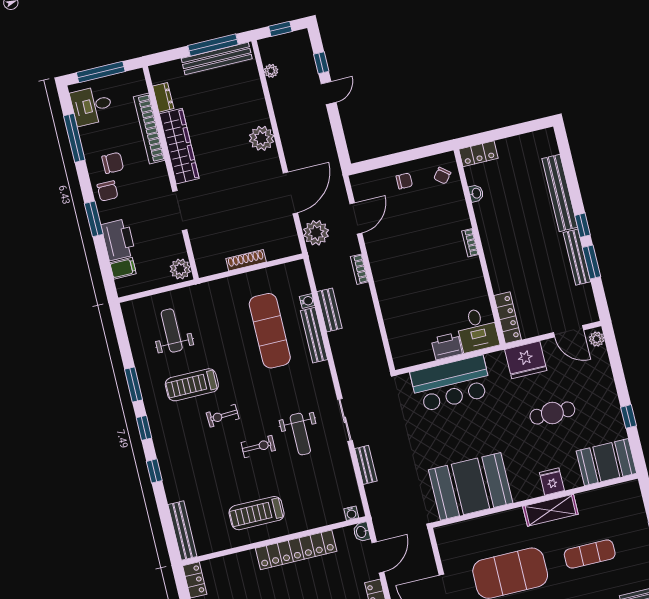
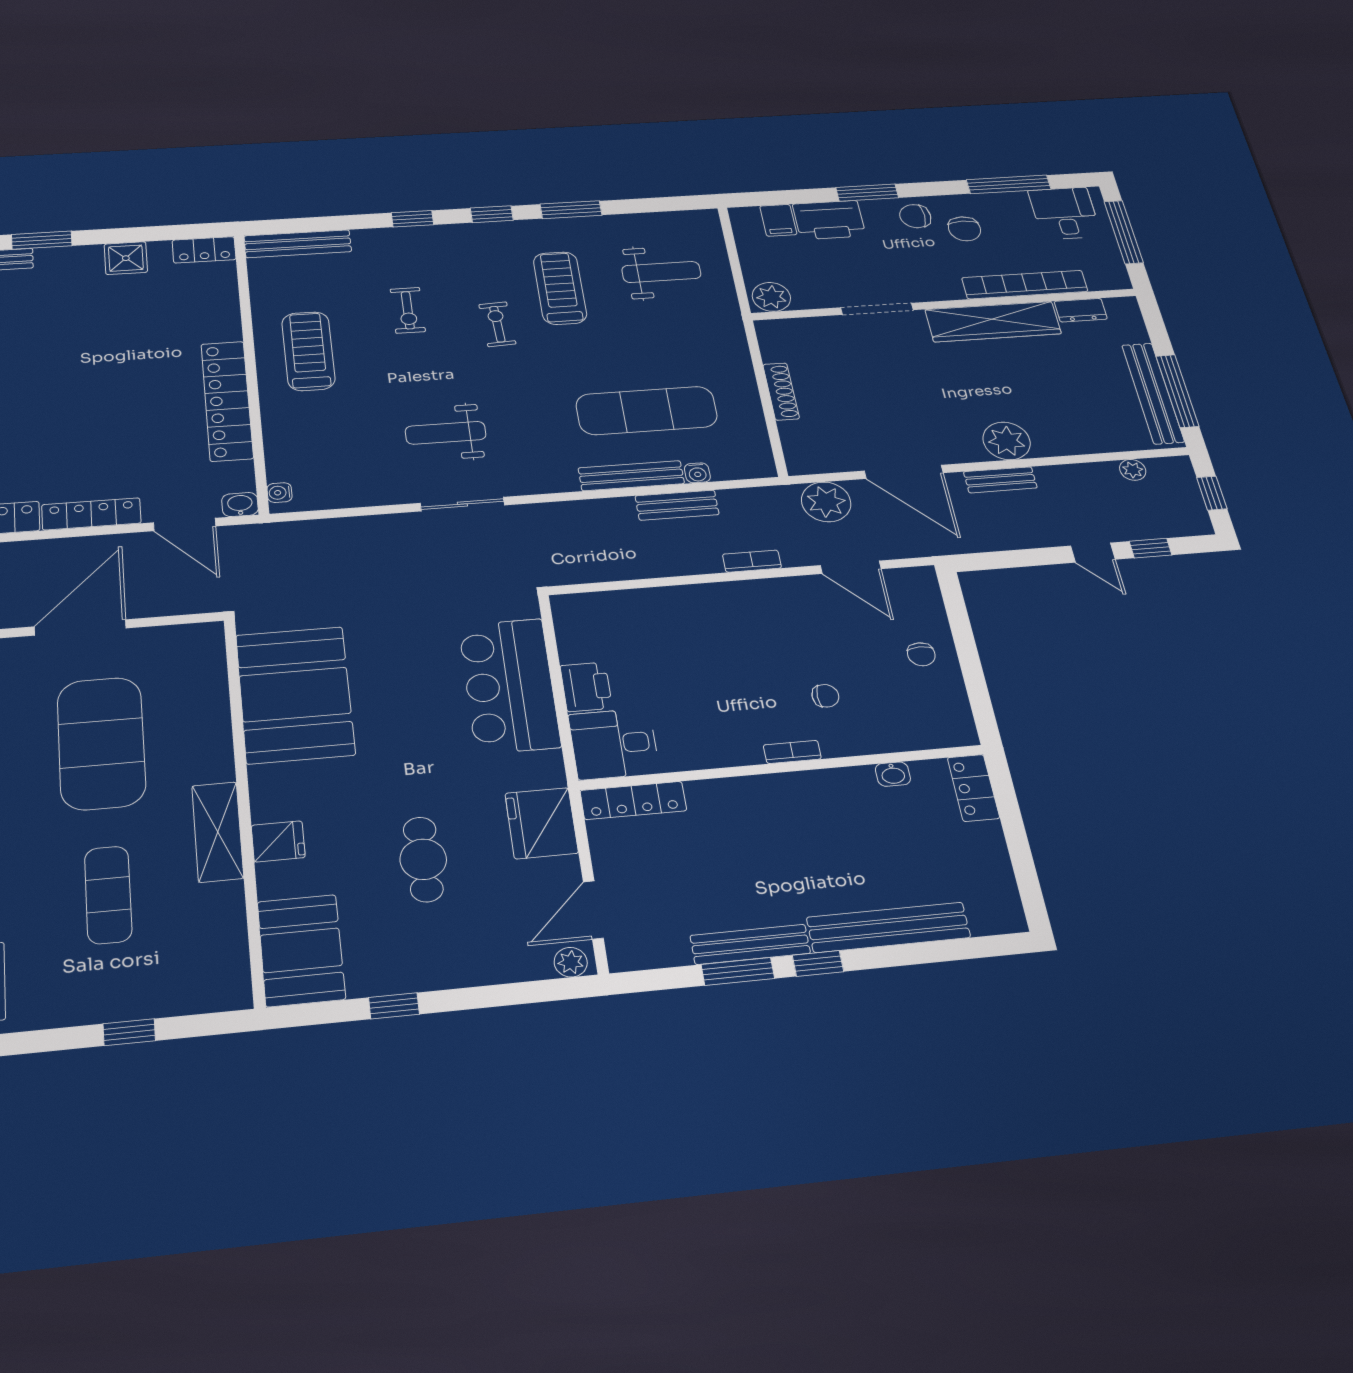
chair: (442, 176) -> (825, 696), moved, turned 141
exercise bike: (258, 447) -> (408, 310), moved
bench: (366, 465) -> (1000, 480), moved

